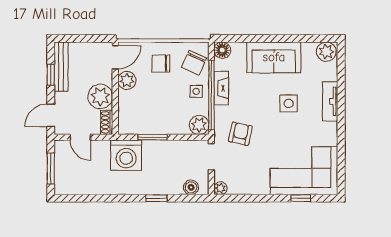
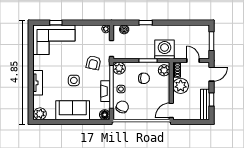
chair: (161, 64) -> (144, 78), moved
plant: (127, 80) -> (164, 70), moved
side table: (289, 103) -> (74, 80), moved

